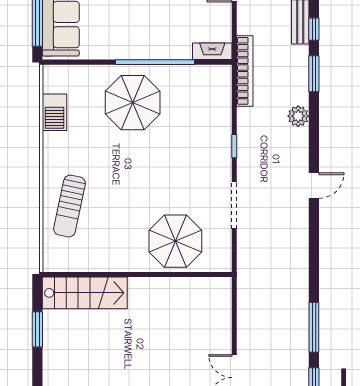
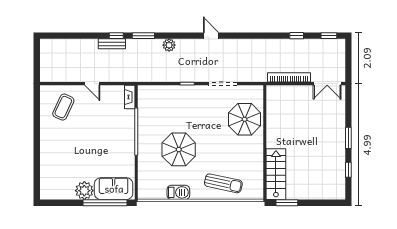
bookcase: (245, 71) -> (289, 77), moved
parasol: (133, 103) -> (179, 149), moved
barbecue: (54, 112) -> (178, 192), moved
window: (314, 327) -> (297, 36), width x0.46
window: (37, 329) -> (287, 203), moved

